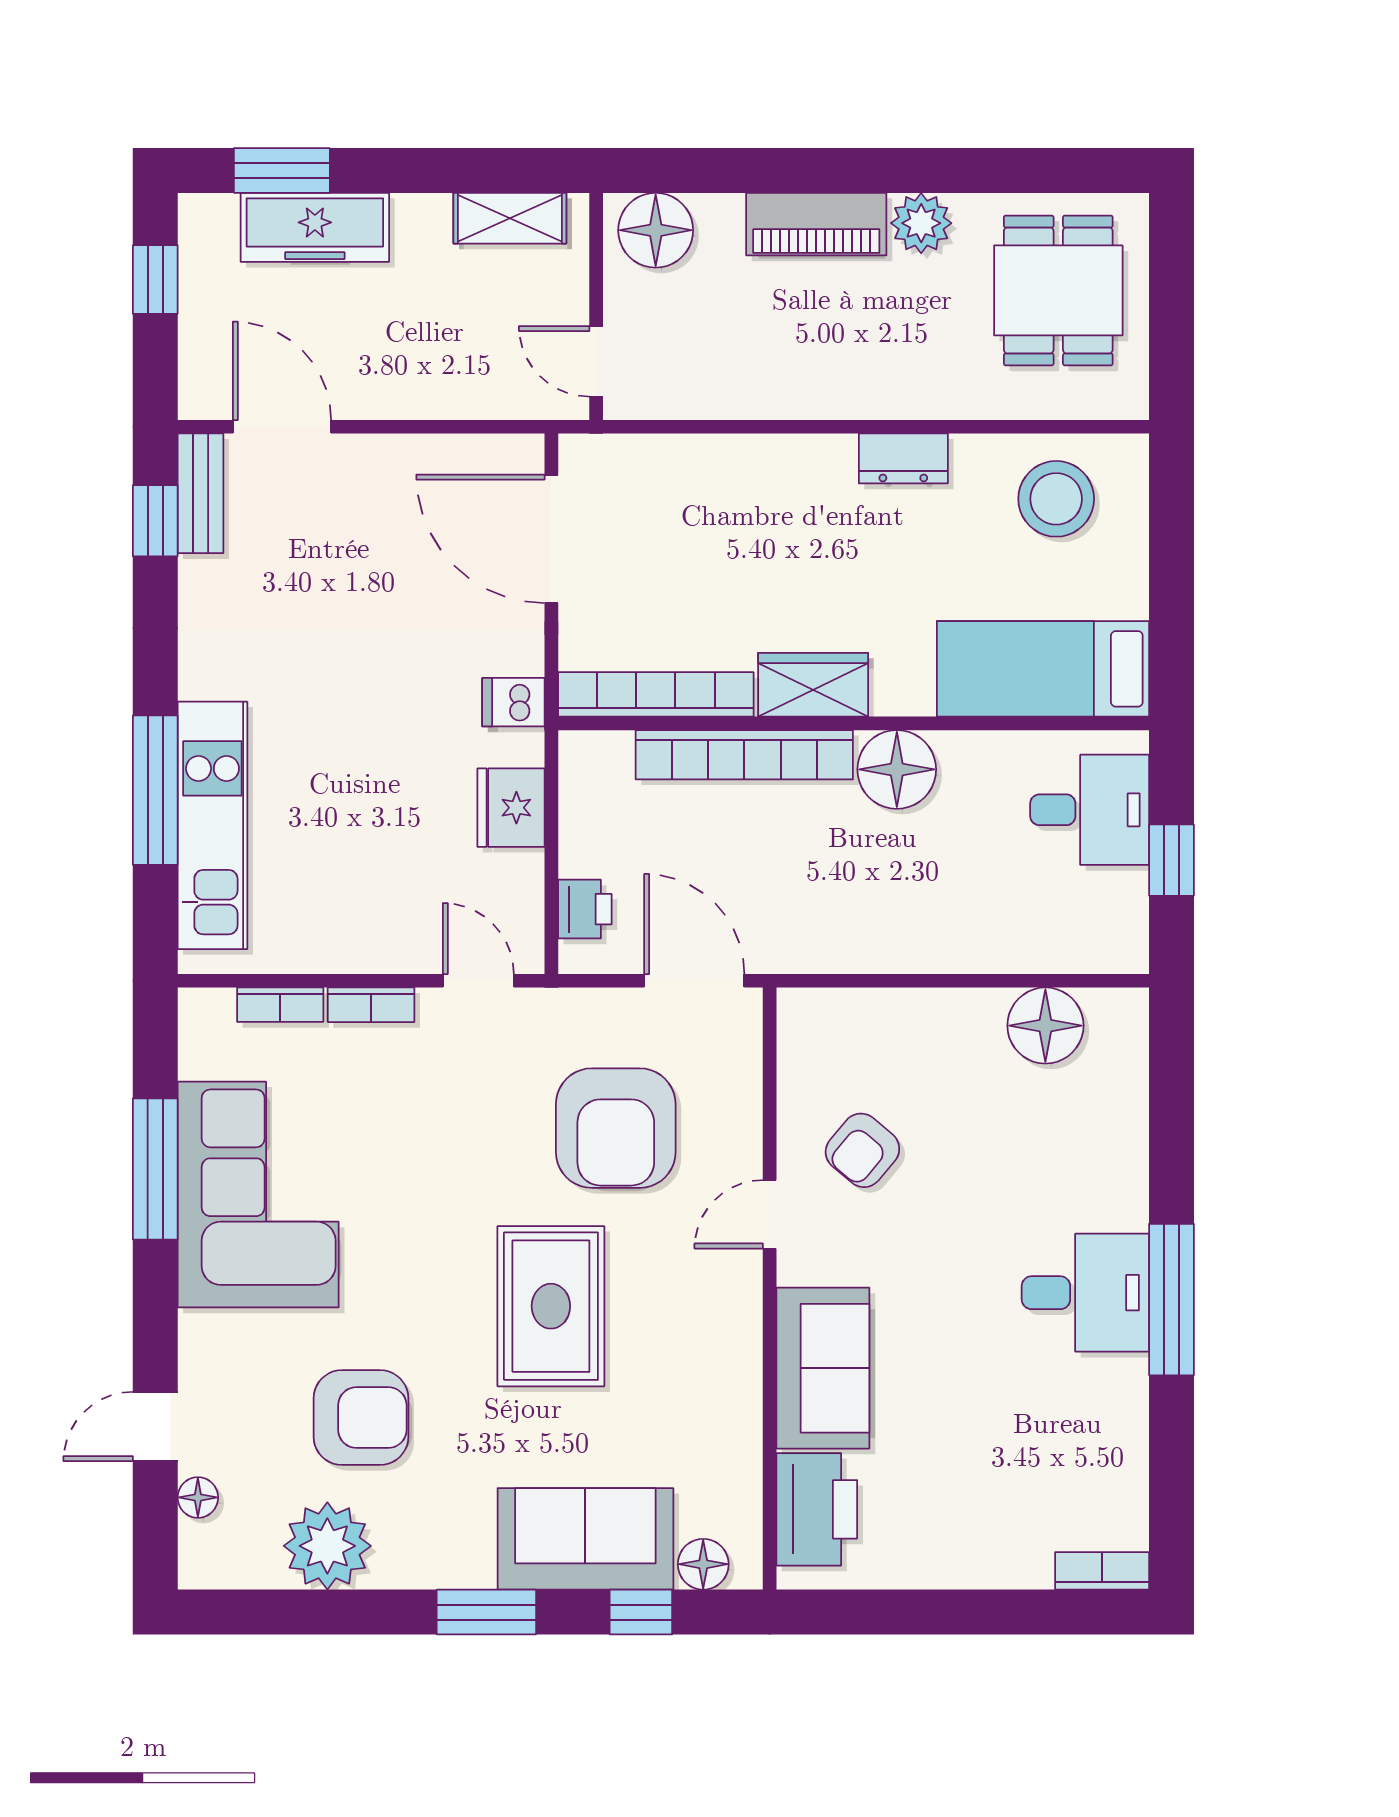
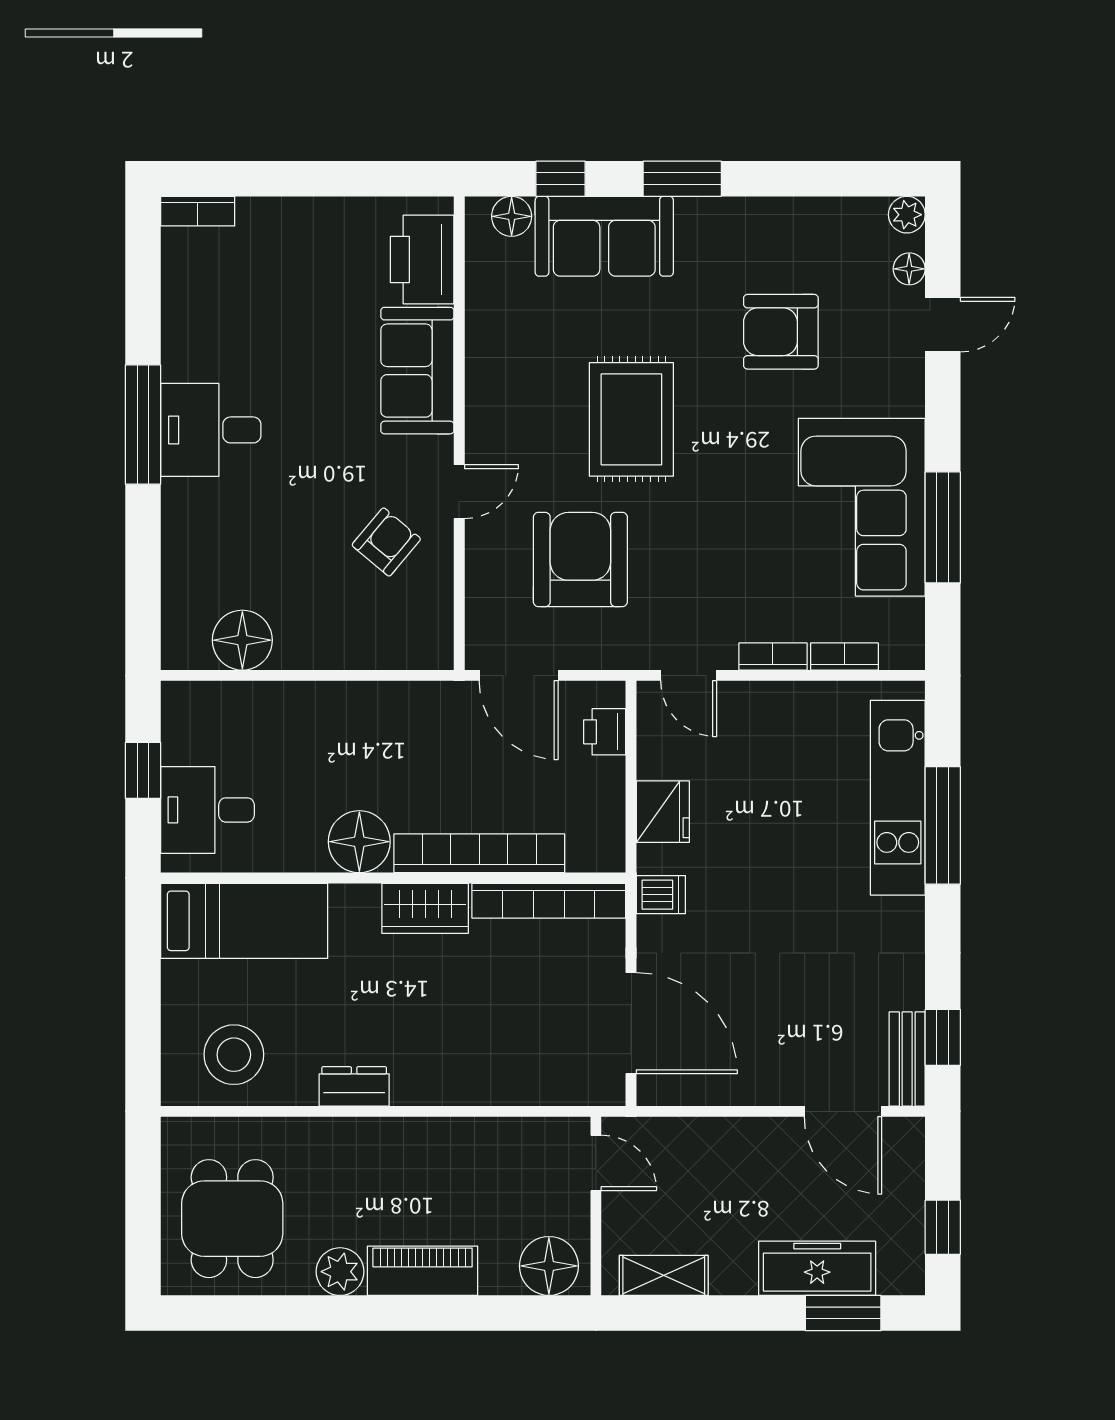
plant: (327, 1546) -> (907, 215), moved, width x0.53, depth x0.53

